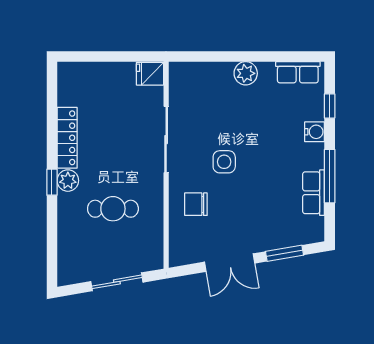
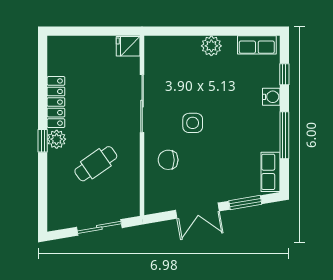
row of seats: (314, 193) -> (271, 172), moved
cafe table: (113, 209) -> (96, 164), turned -35

